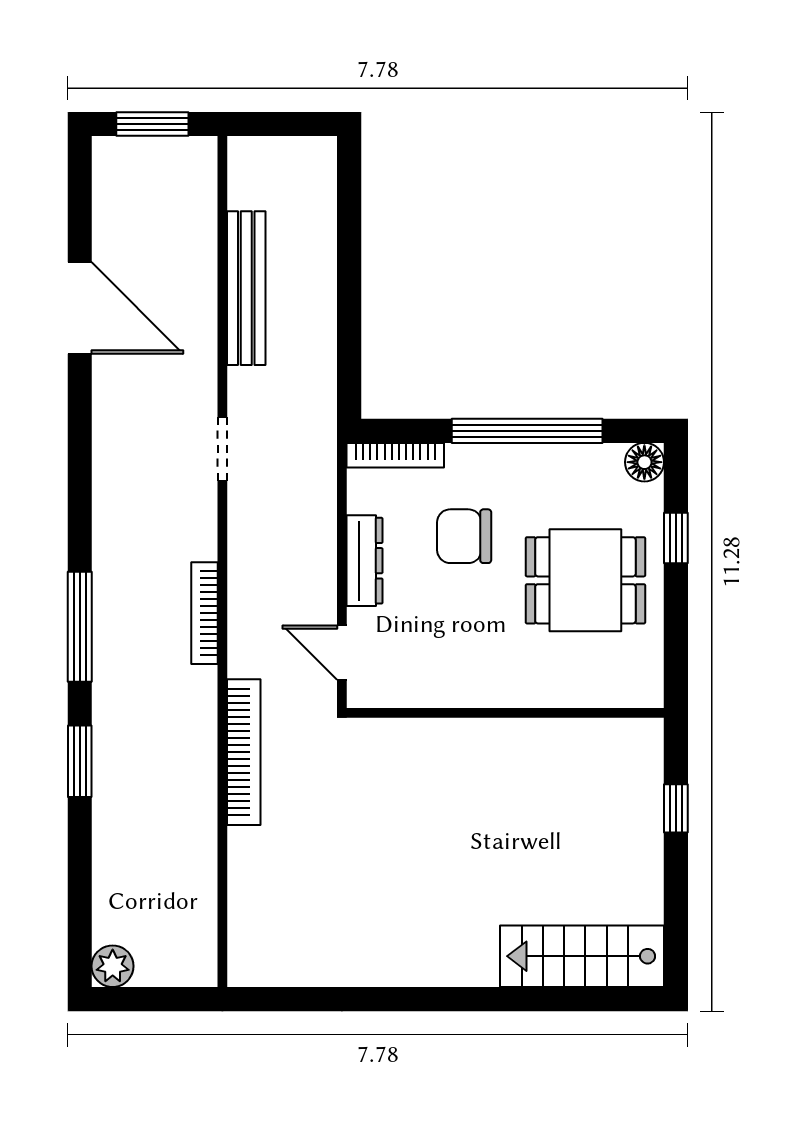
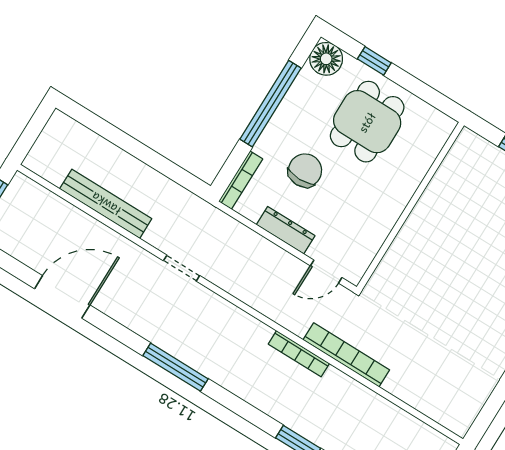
floor lamp: (644, 462) -> (326, 59), width x1.38, depth x1.38
chair: (464, 536) -> (305, 170), turned 180
bookcase: (205, 613) -> (299, 354), moved
window: (80, 627) -> (176, 367), moved

